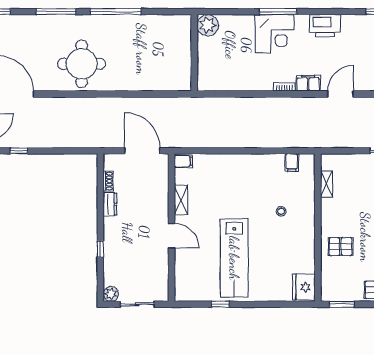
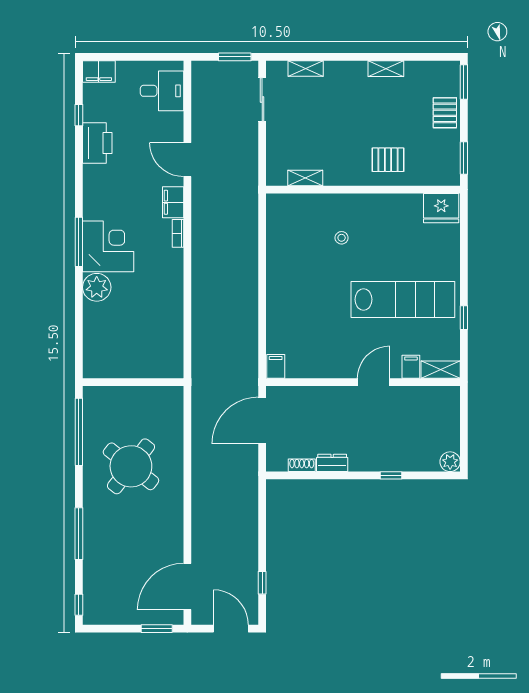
window: (116, 12) -> (79, 432), moved
plant: (208, 25) -> (97, 287), moved
printer: (325, 26) -> (97, 143), moved
wall: (194, 53) -> (133, 382), moved
round table: (82, 64) -> (131, 466), moved, turned 38
filing cabinet: (292, 163) -> (411, 367), moved, turned -90
shelving: (181, 200) -> (441, 370), moved
pallet: (341, 247) -> (388, 160), turned 90
sliding door: (137, 304) -> (464, 427), removed

